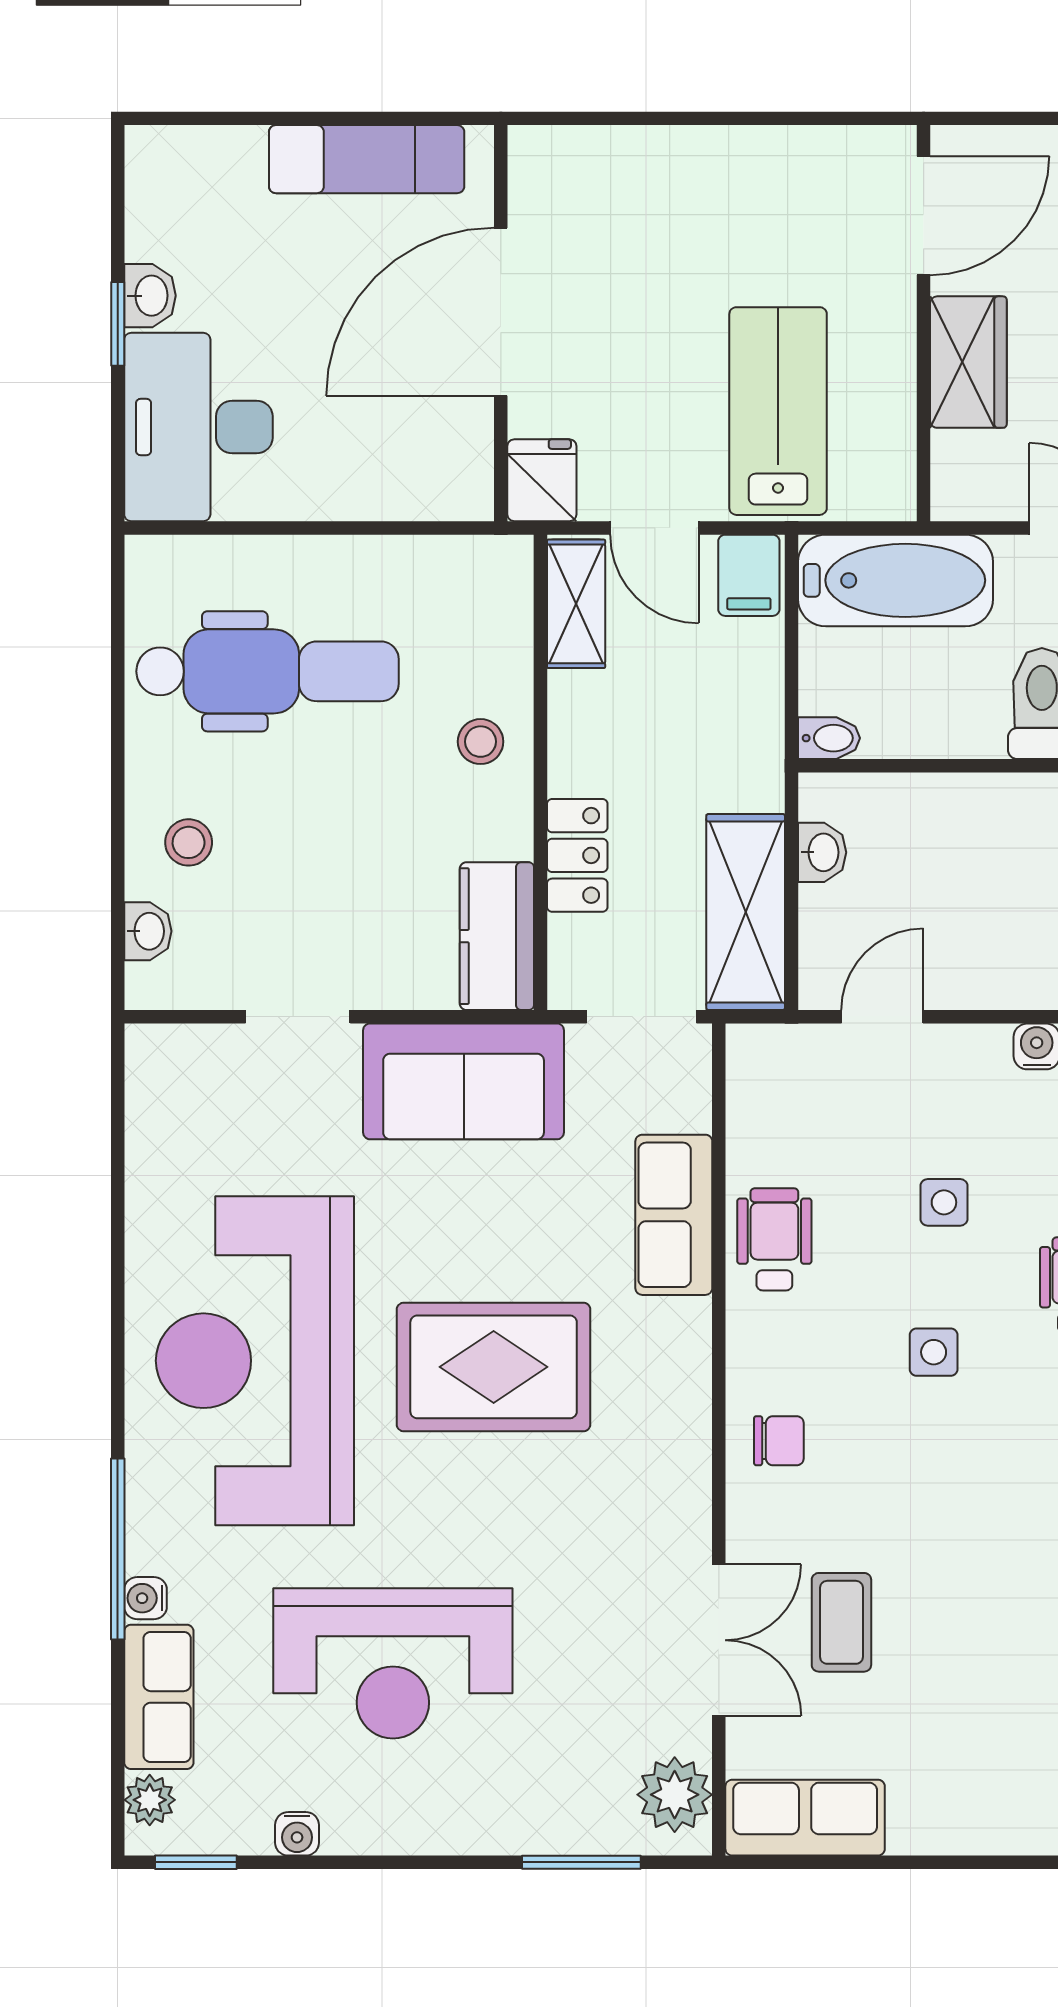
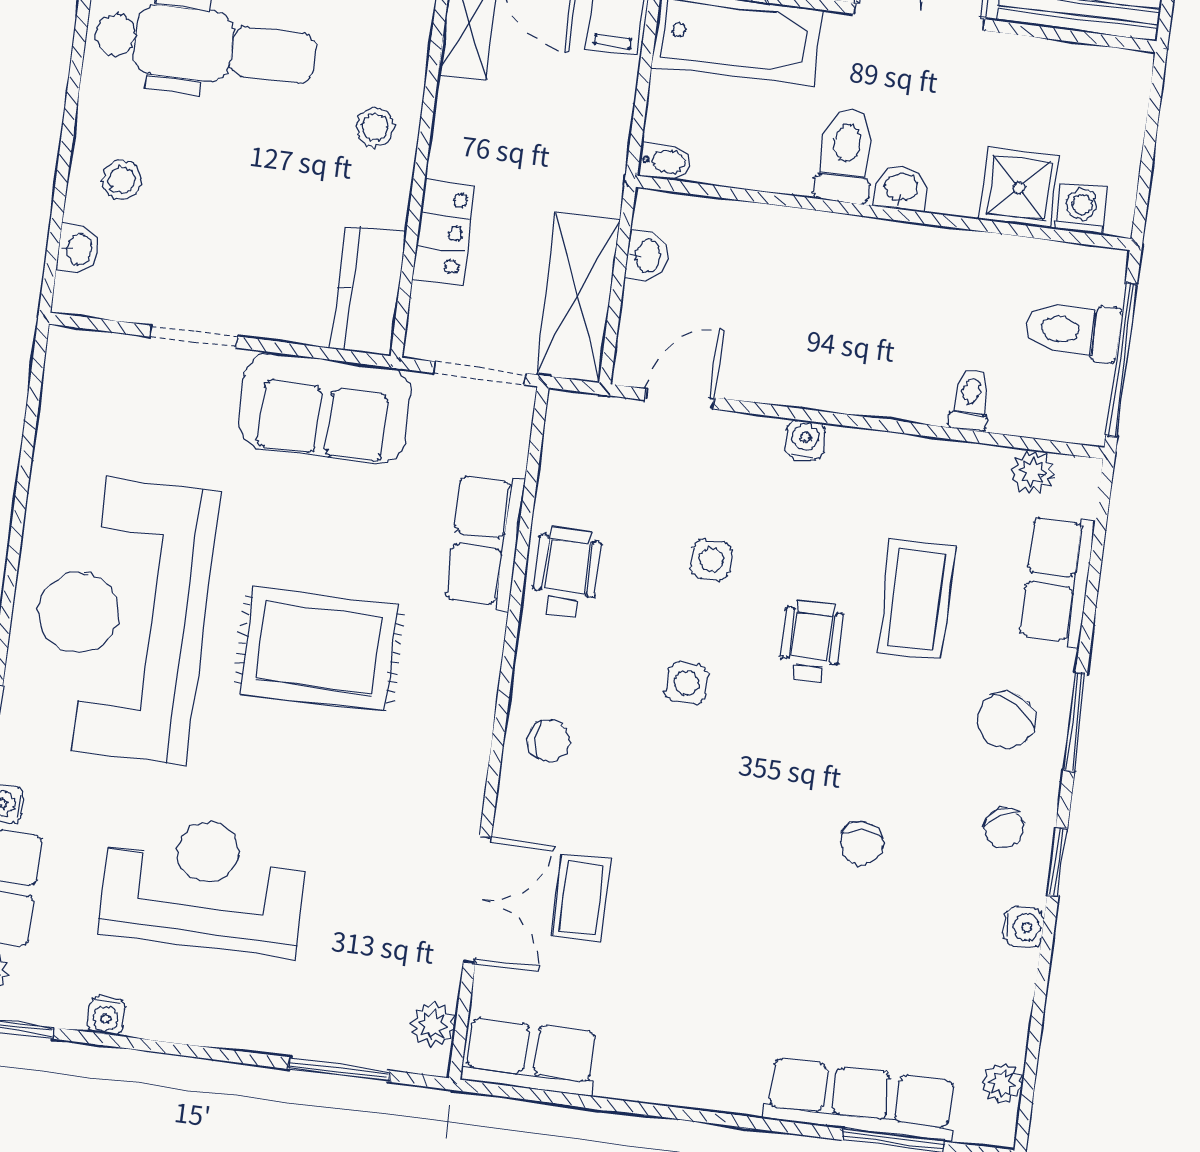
reception desk: (393, 1663) -> (204, 884), turned 180
plant: (675, 1795) -> (433, 1025), width x0.73, depth x0.73

